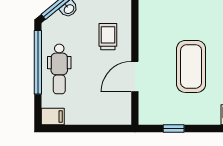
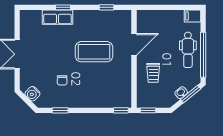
coffee table: (191, 66) -> (94, 52), turned 90
dental chair: (59, 69) -> (188, 50), turned 180

